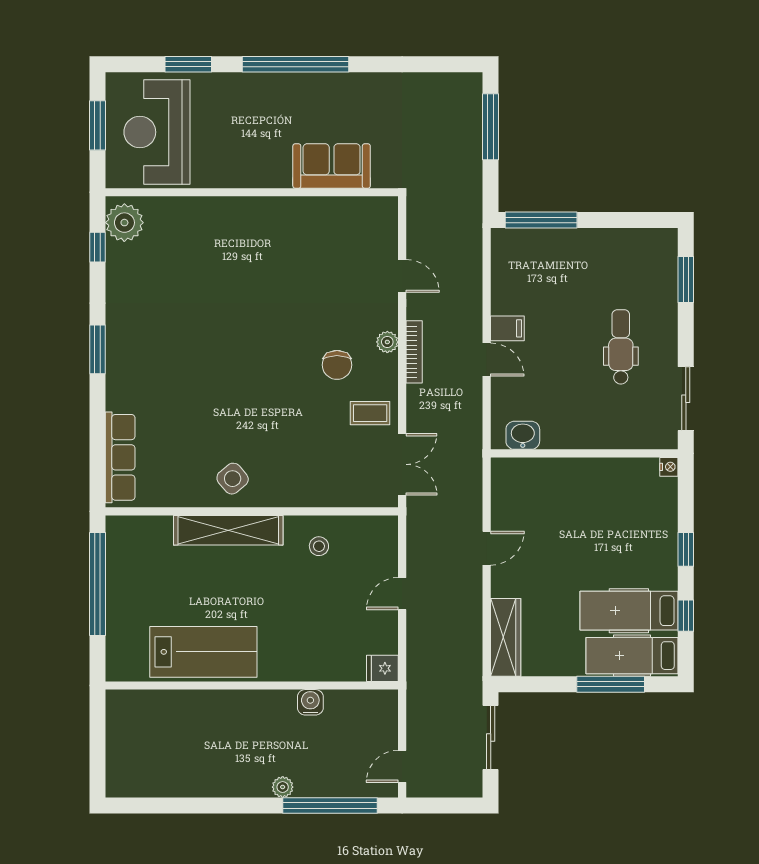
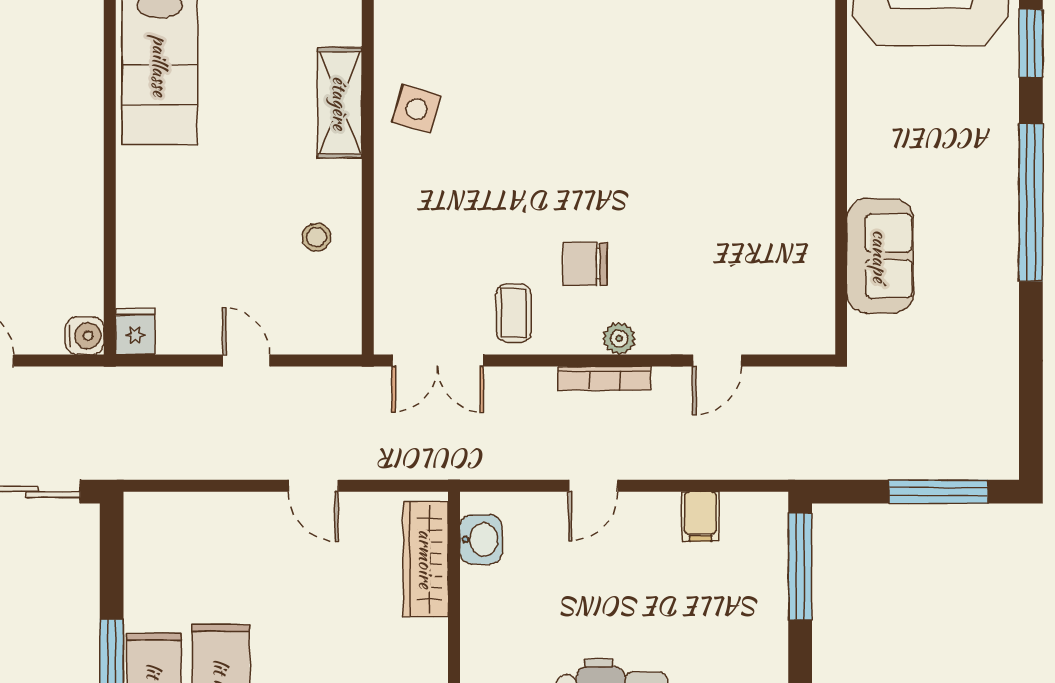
filing cabinet: (507, 328) -> (701, 516), moved
side table: (233, 479) -> (417, 109), turned -34
shelving: (228, 530) -> (340, 103), width x0.68
wardrobe: (506, 637) -> (426, 559), moved, turned 90
water cooler: (310, 702) -> (85, 336), moved

